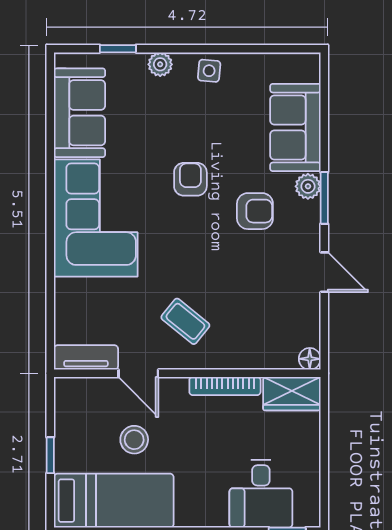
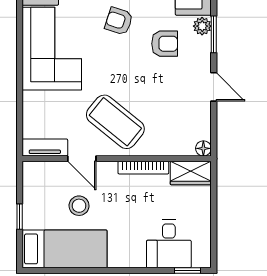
armchair: (190, 179) -> (119, 21), turned -72
coffee table: (185, 321) -> (115, 122), width x1.86, depth x1.72

